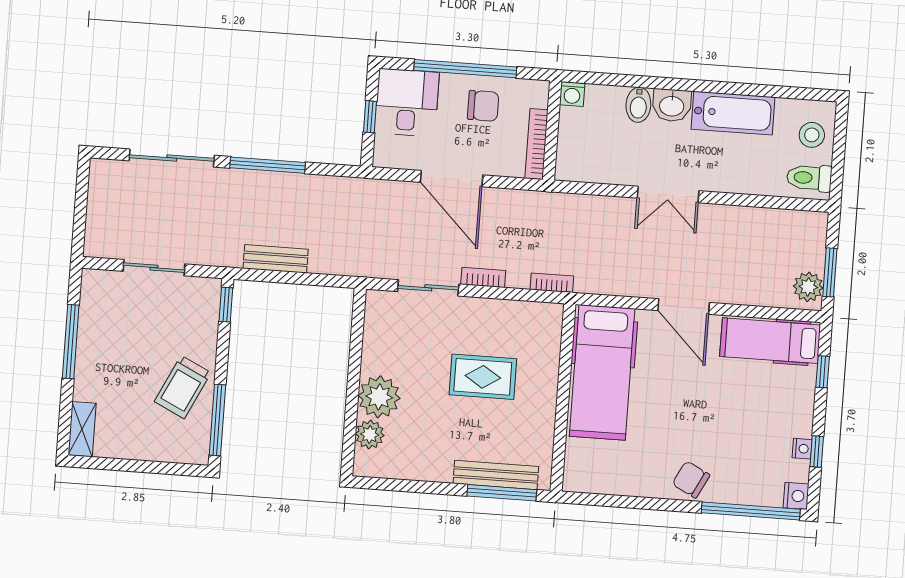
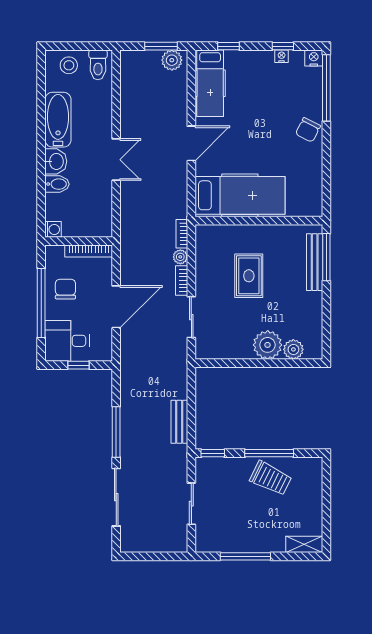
plant: (518, 278) -> (180, 257), added
window: (217, 420) -> (269, 453), moved

